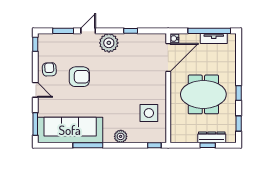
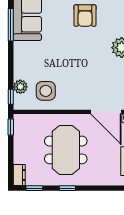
plant: (121, 136) -> (20, 87), moved
dresser: (212, 137) -> (19, 175), moved, width x0.70
window: (208, 145) -> (11, 127), moved

